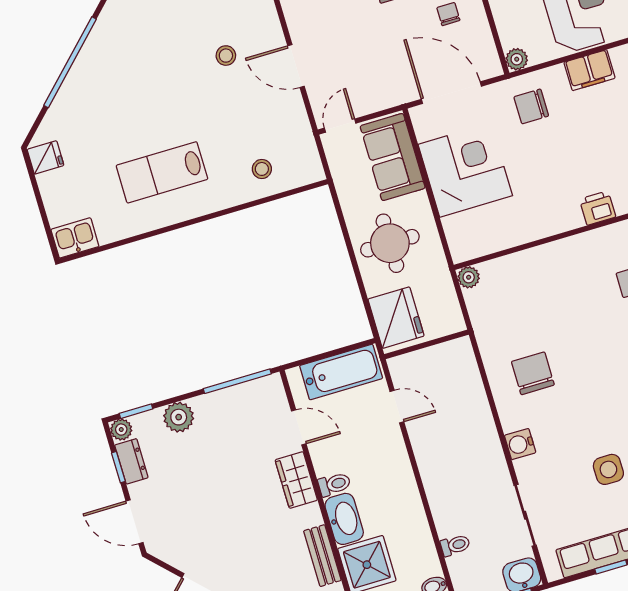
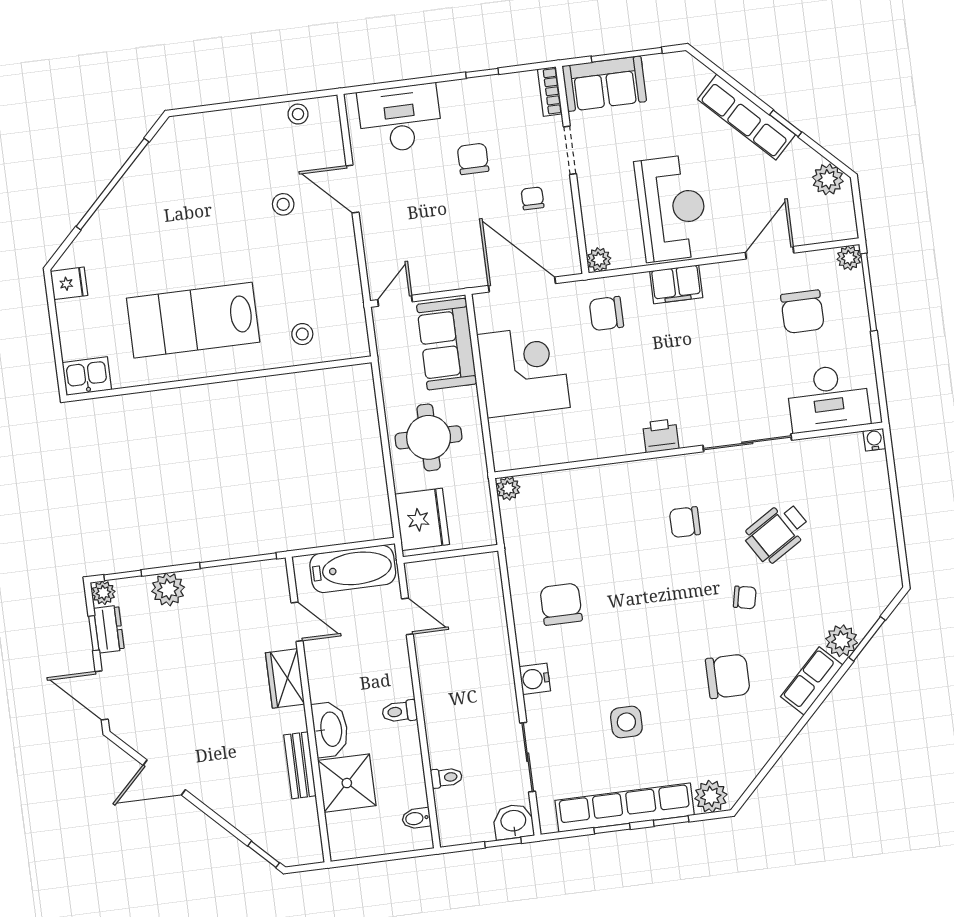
door: (296, 66) -> (353, 189), moved
lab bench: (162, 172) -> (193, 320), width x1.36, depth x1.39
toilet: (334, 484) -> (399, 711), moved, turned 180

